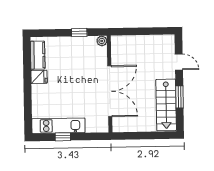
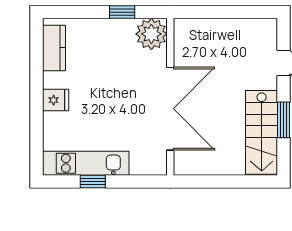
plant: (102, 41) -> (151, 34), width x1.87, depth x1.87
fridge: (39, 77) -> (56, 100), moved

